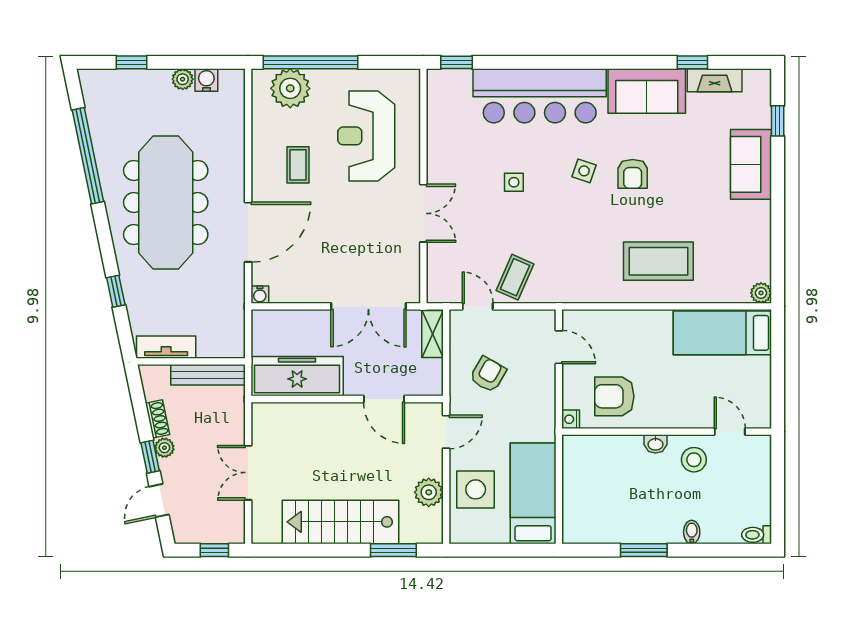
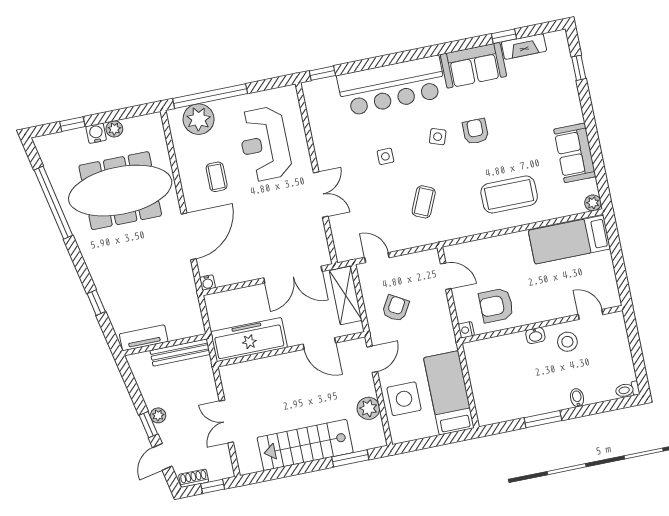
water cooler: (206, 80) -> (96, 133), moved
sofa: (751, 164) -> (575, 153), moved
armchair: (633, 174) -> (476, 131), turned 180
meeting table: (166, 202) -> (120, 191), moved, turned 90
coffee table: (515, 277) -> (424, 202), moved
shelving: (432, 334) -> (346, 295), width x1.50, depth x1.33
shoe rack: (158, 419) -> (194, 478), moved, turned -78

